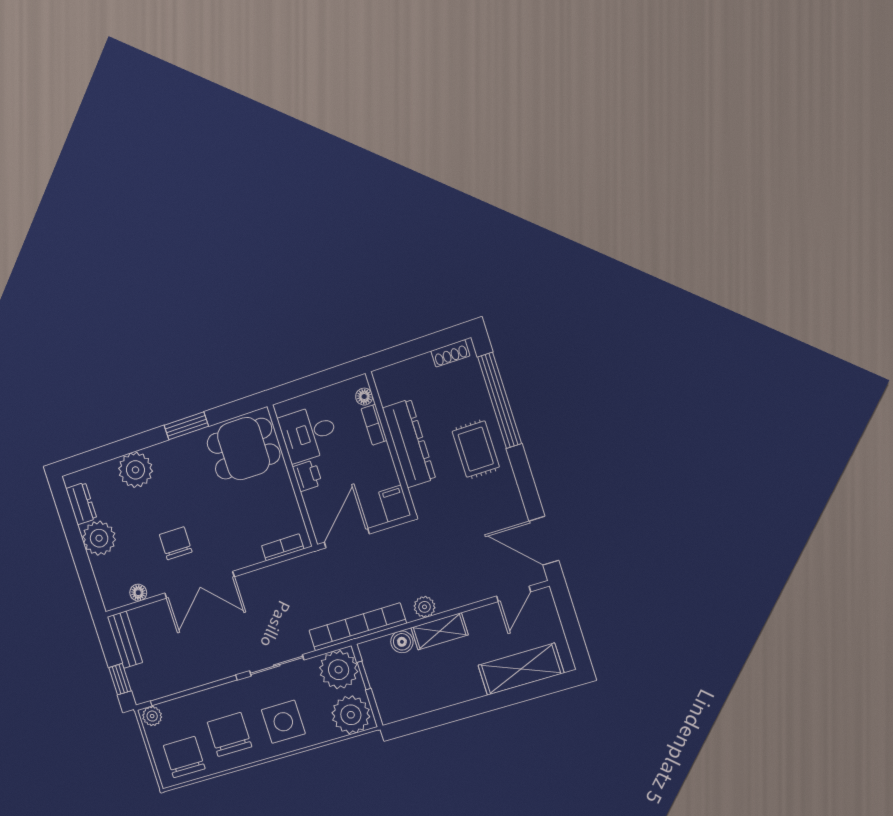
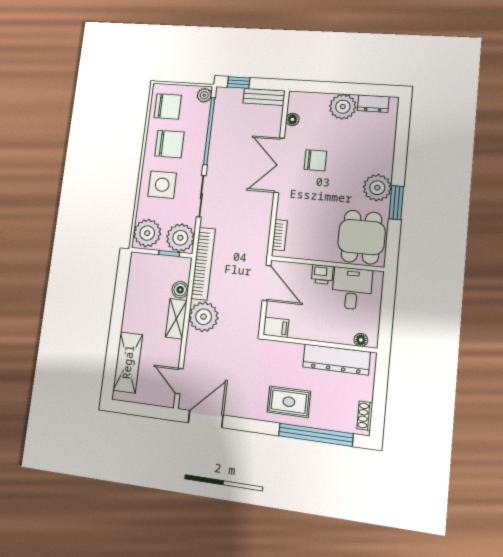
bookcase: (374, 425) -> (338, 338), removed
dresser: (409, 443) -> (336, 359), moved
plant: (135, 470) -> (377, 188), moved
plant: (425, 607) -> (204, 317), width x1.88, depth x1.88

